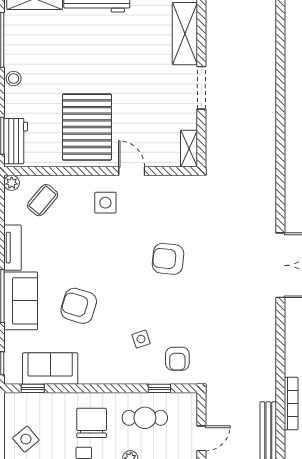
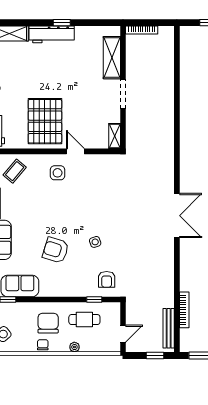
armchair: (168, 259) -> (100, 211), removed
armchair: (79, 306) -> (56, 250), moved
side table: (141, 339) -> (95, 242), moved

